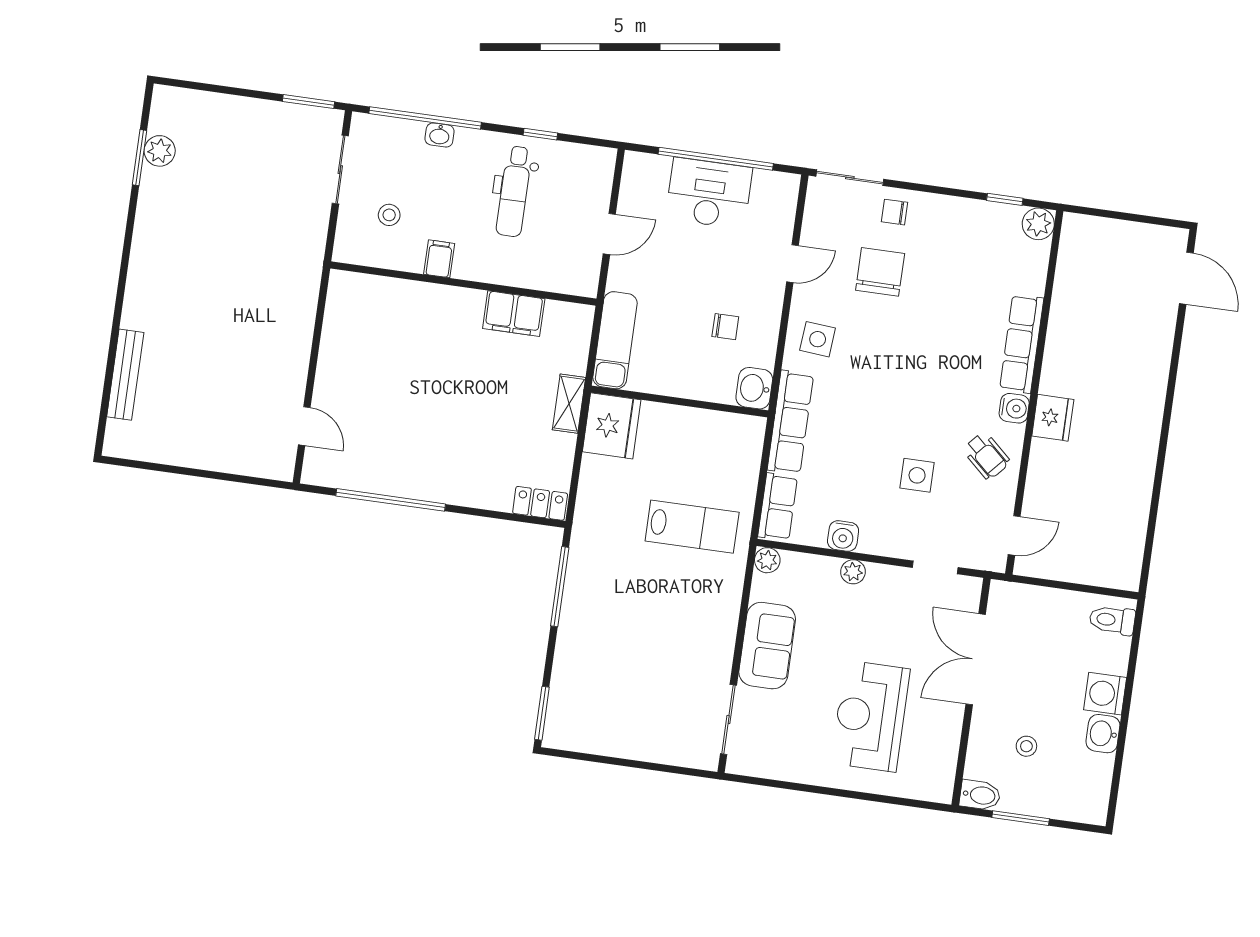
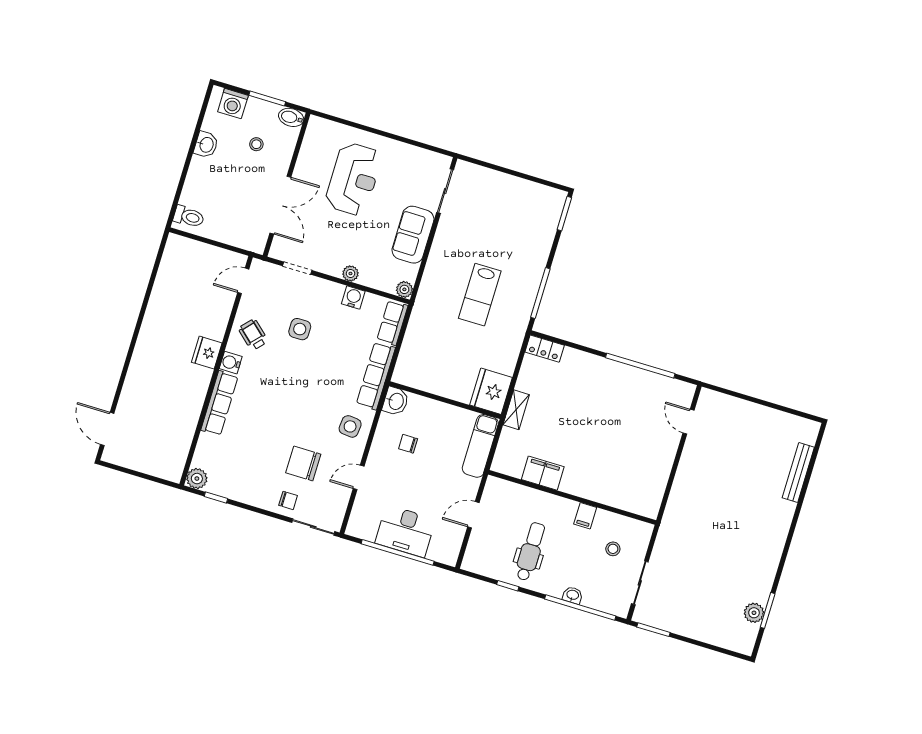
chair: (880, 272) -> (303, 463), turned 90
lab bench: (692, 527) -> (480, 295), moved, turned -90
washing machine: (1105, 694) -> (233, 104), moved, turned 90

